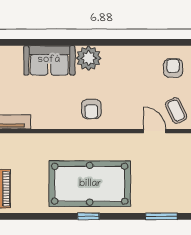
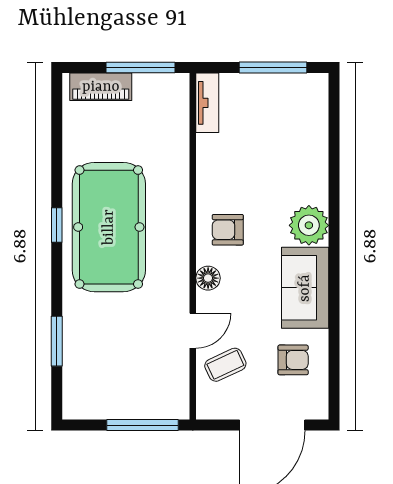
sofa: (49, 60) -> (305, 288), moved
floor lamp: (122, 121) -> (208, 278), added

